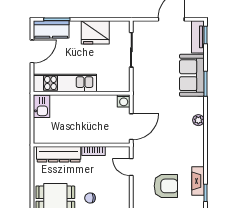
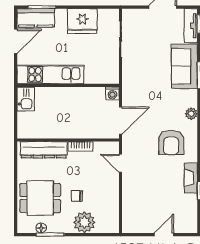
armchair: (166, 186) -> (171, 142), moved, turned 90

